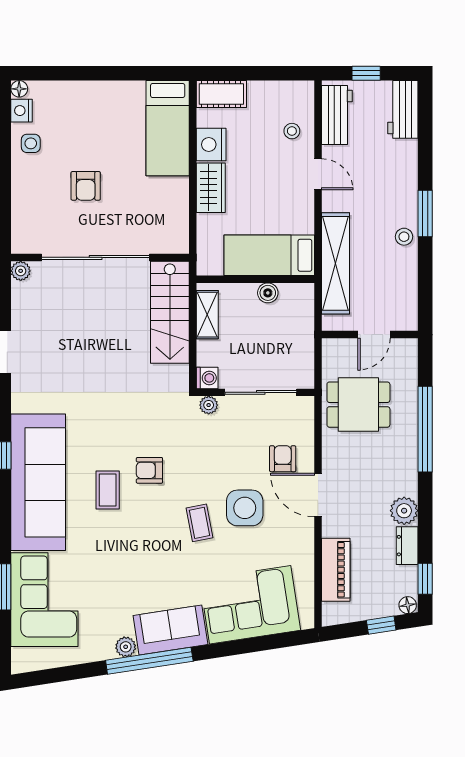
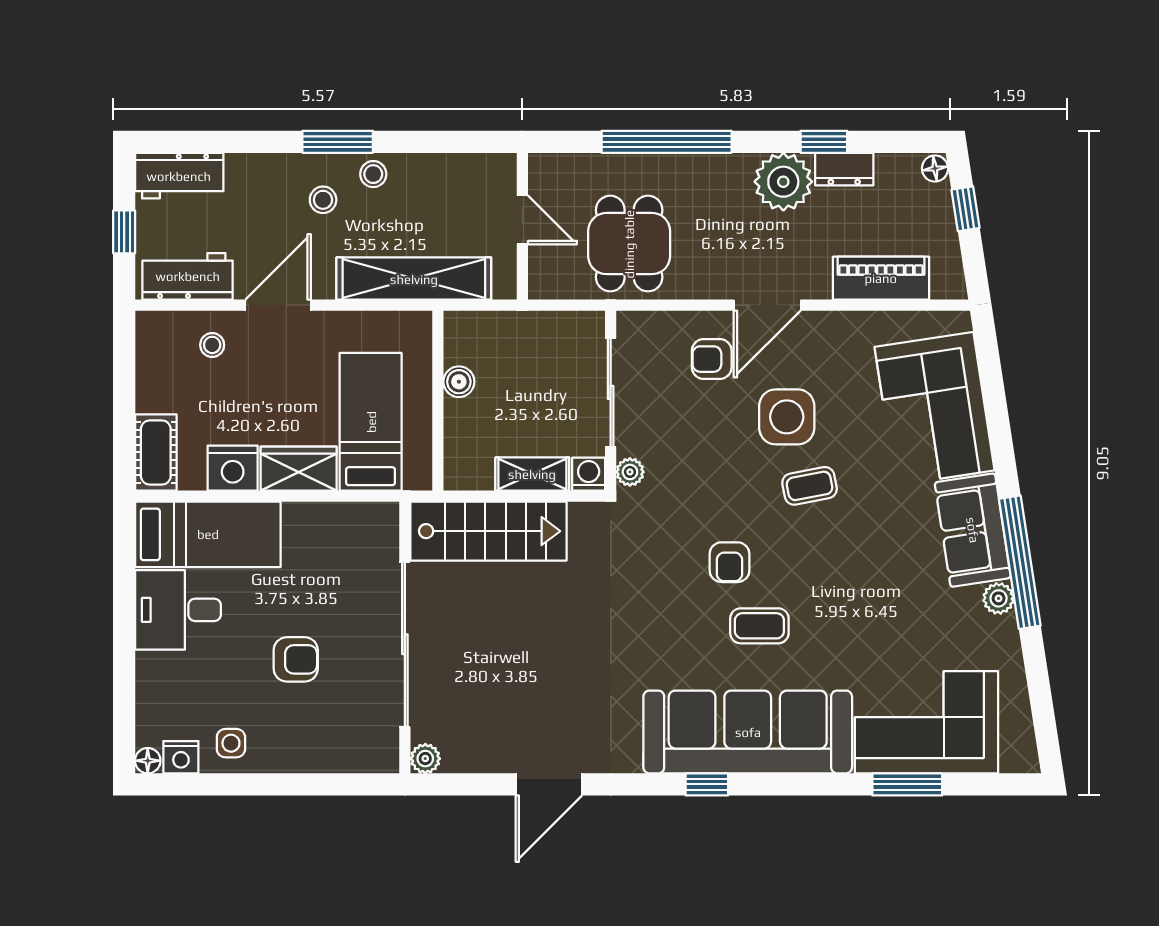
desk: (118, 109) -> (178, 610), added
door: (318, 174) -> (278, 305), width x1.38
stool: (387, 204) -> (323, 200), added
bed: (269, 255) -> (371, 422), moved, turned 180
shelving: (207, 315) -> (532, 474), moved
plant: (404, 511) -> (783, 182), width x1.36, depth x1.36
window: (425, 579) -> (824, 142), moved

